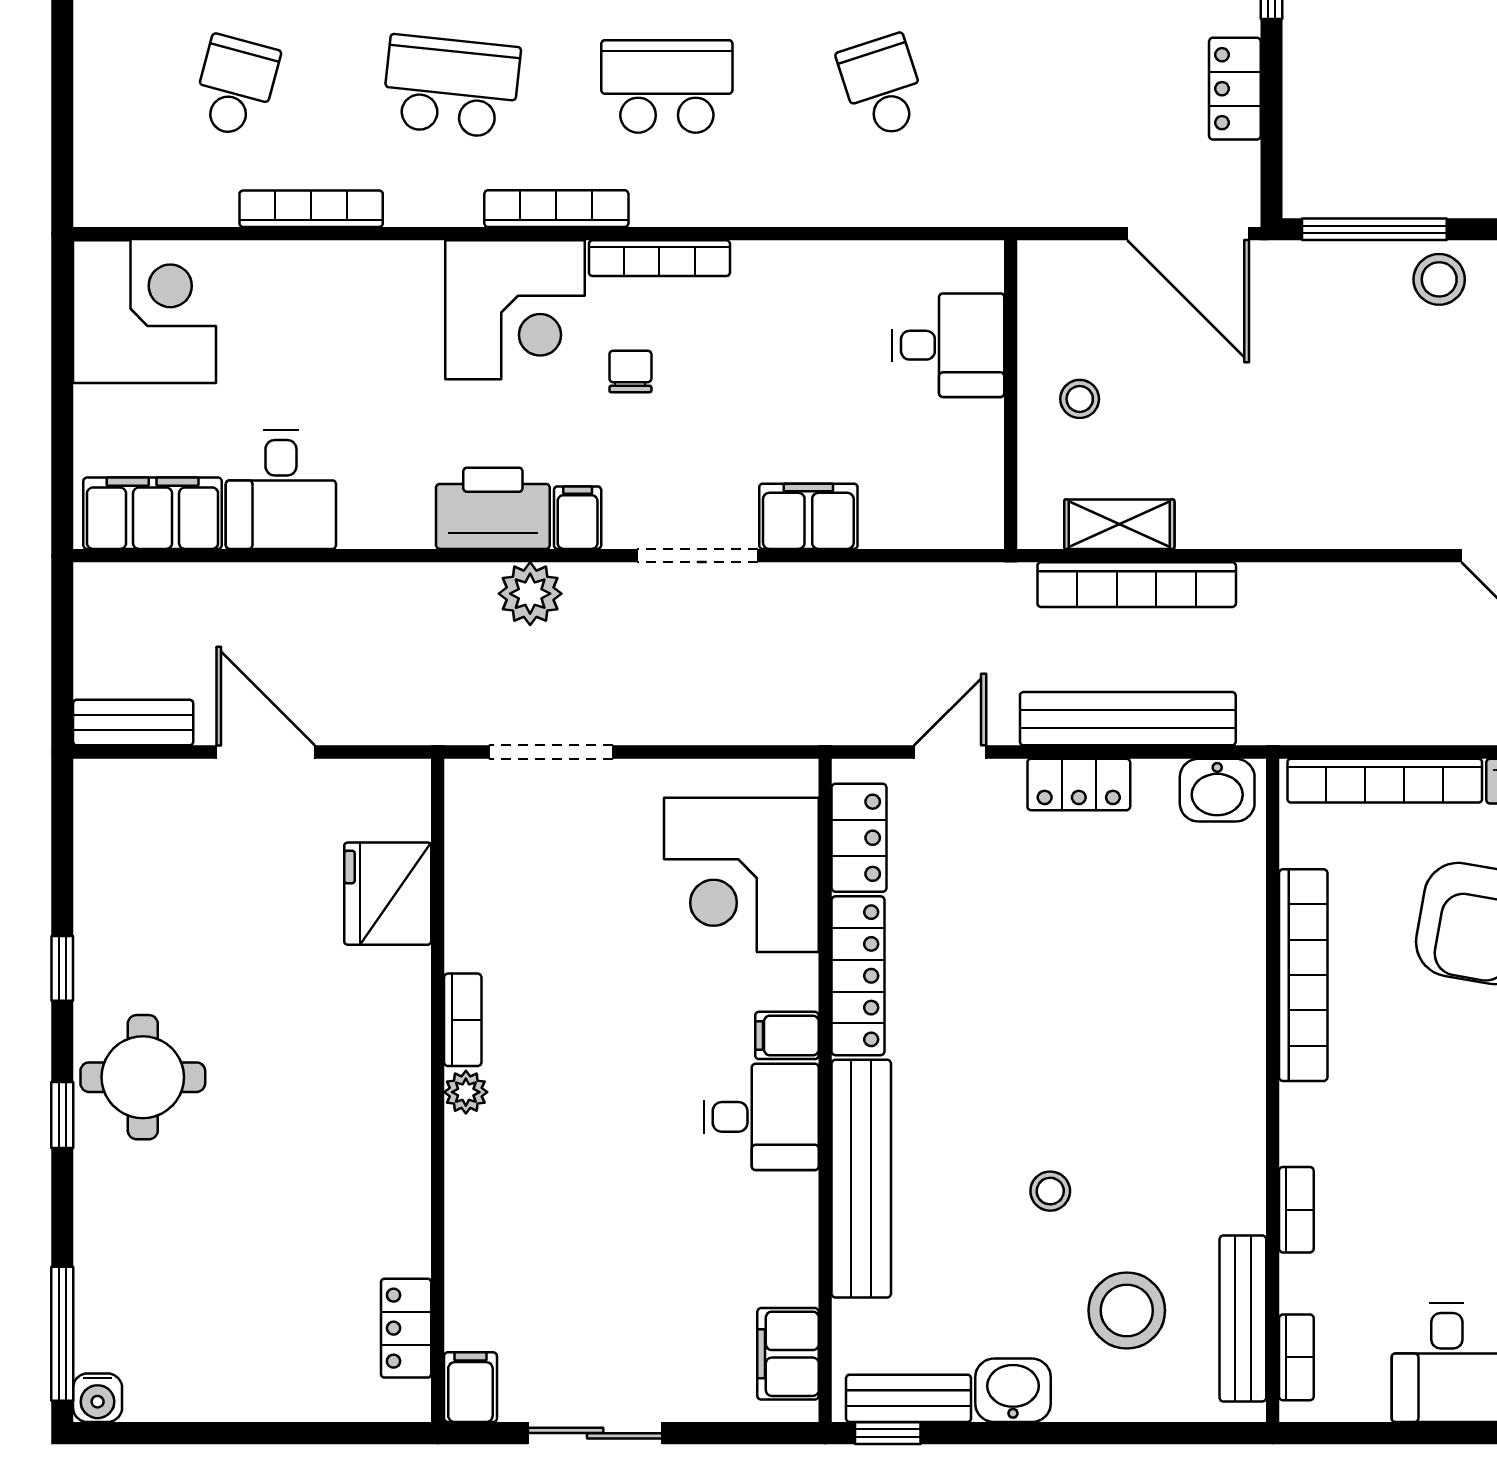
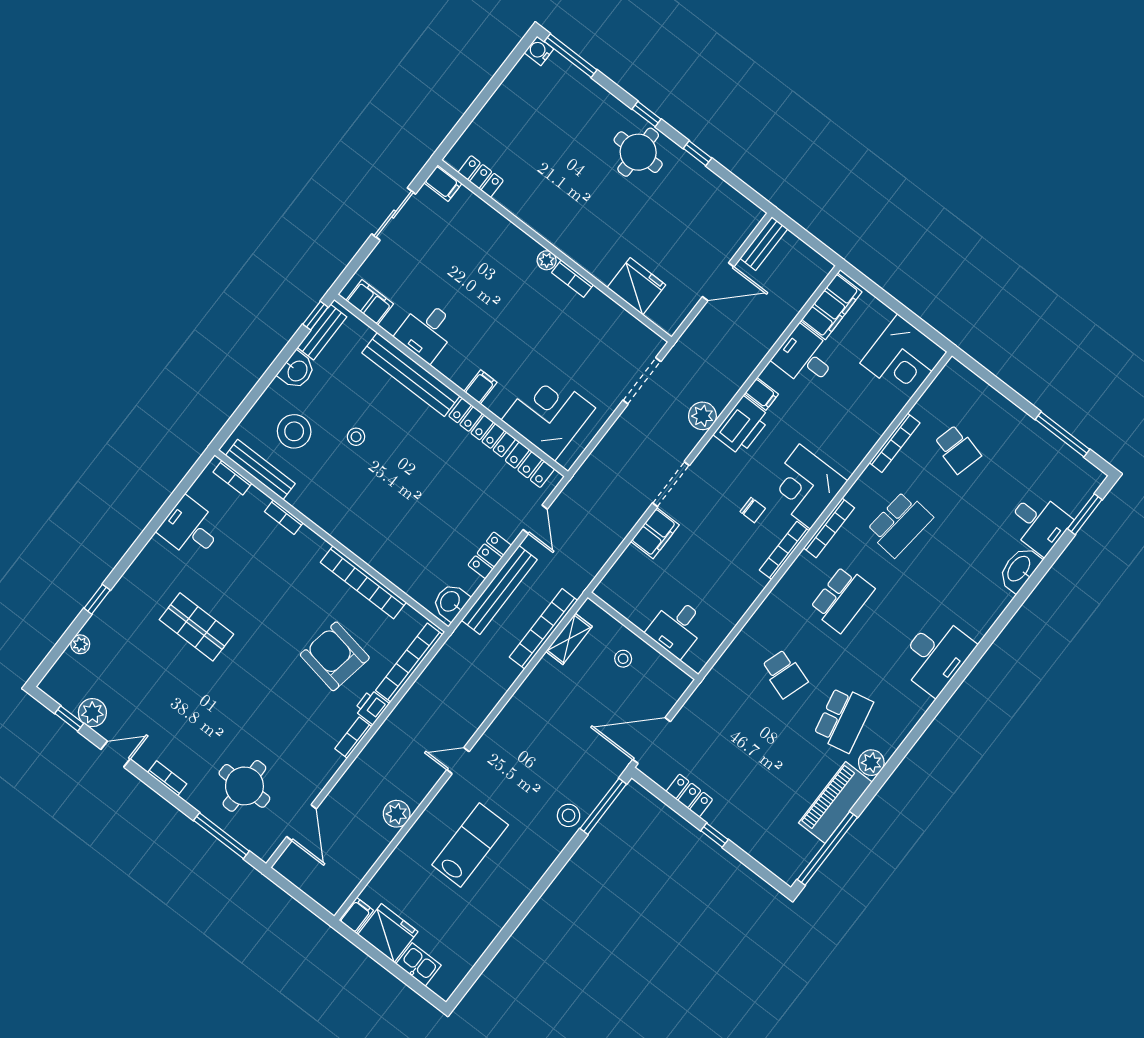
school desk: (883, 86) -> (784, 674), turned 36
filing cabinet: (578, 518) -> (761, 394), moved
desk: (761, 1117) -> (426, 331), moved

